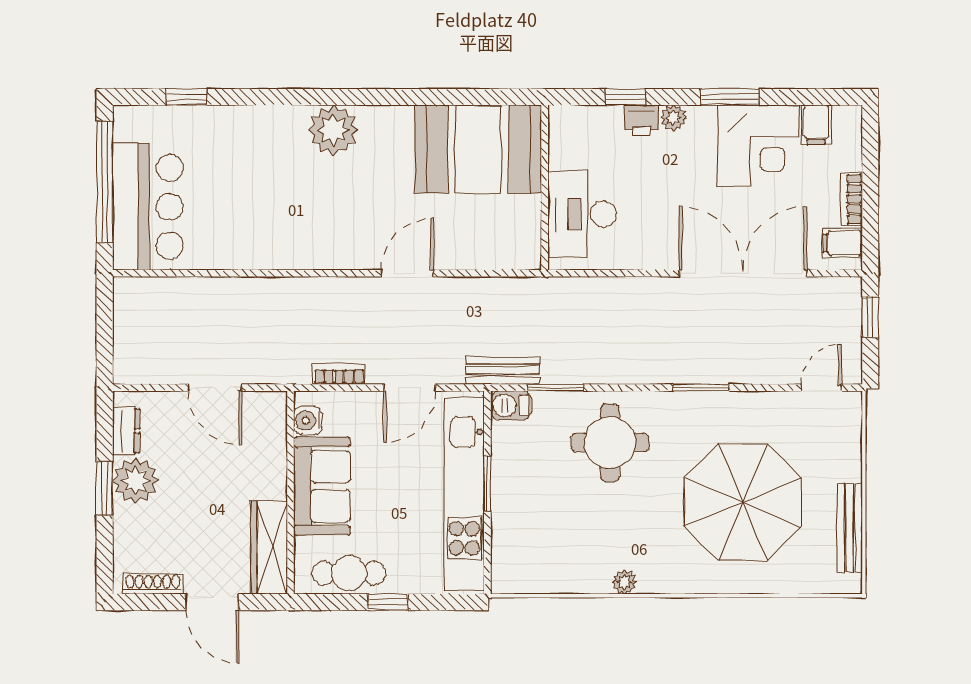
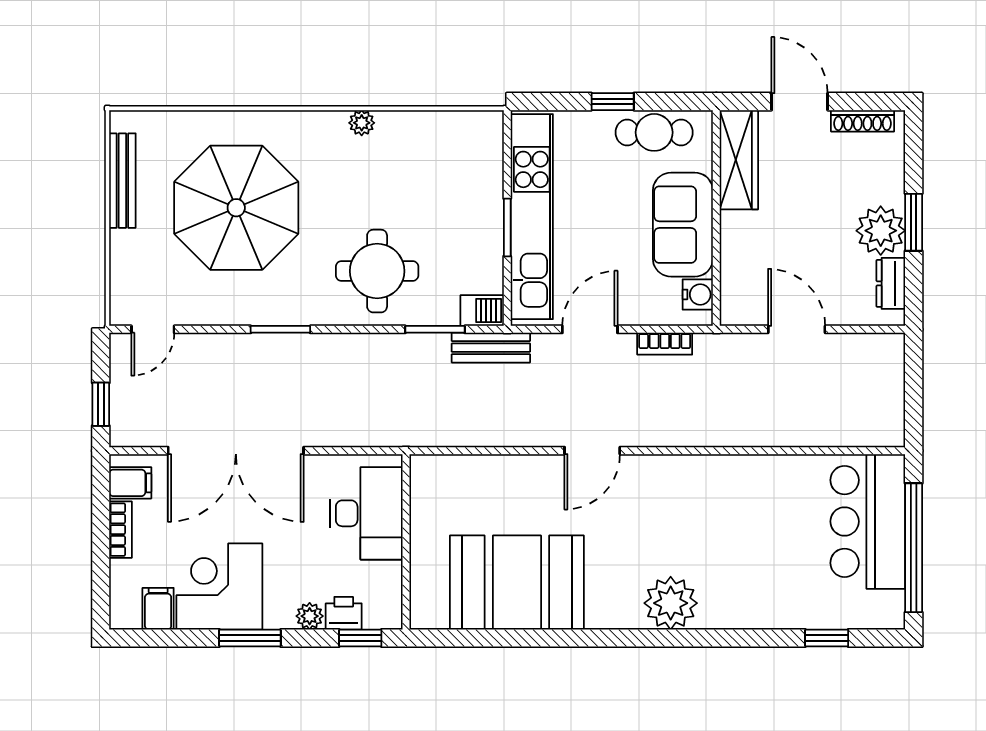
wall: (545, 187) -> (406, 542), moved
desk: (582, 214) -> (366, 513), moved

